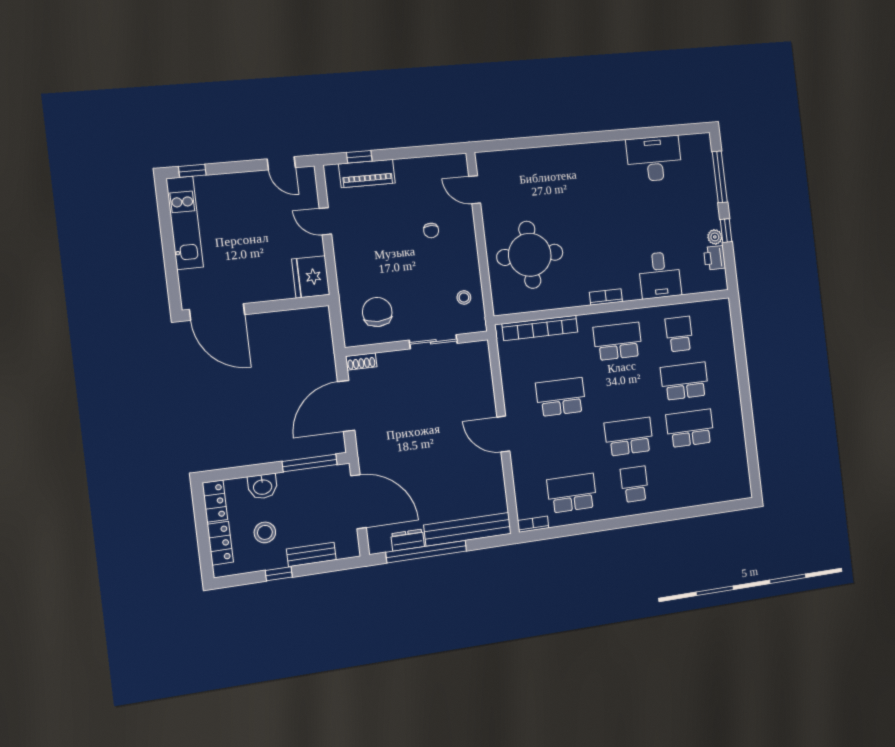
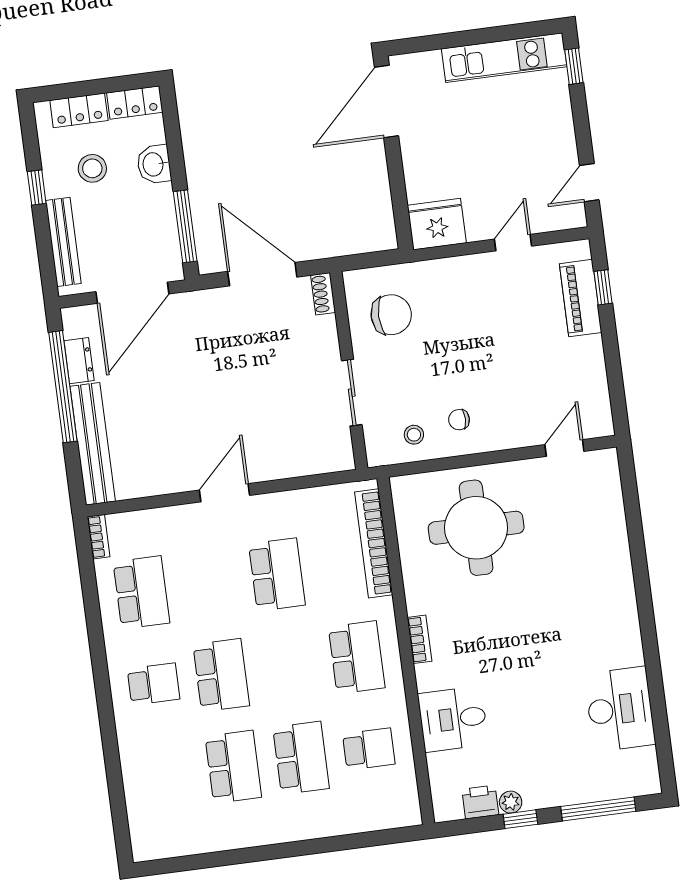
chair: (431, 230) -> (459, 420), moved
bench: (311, 554) -> (63, 242), width x1.36

